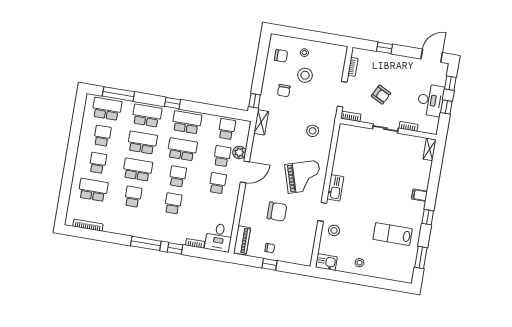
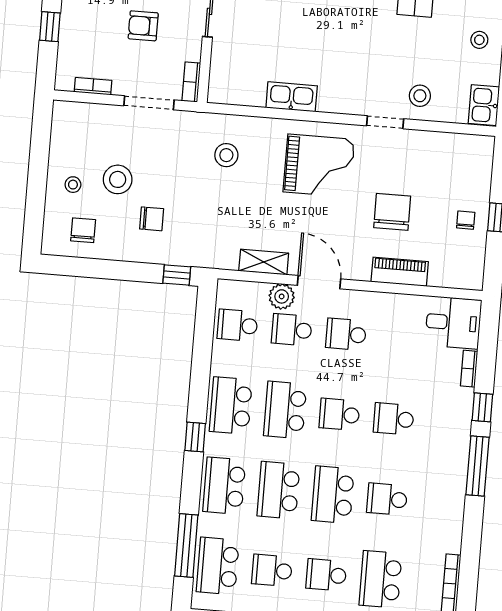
armchair: (381, 95) -> (143, 26), turned -117
shelving: (261, 122) -> (264, 262), moved
grand piano: (303, 177) -> (319, 166), turned 107
kitchen sink: (335, 188) -> (292, 97), moved
piano: (242, 240) -> (400, 272), moved

